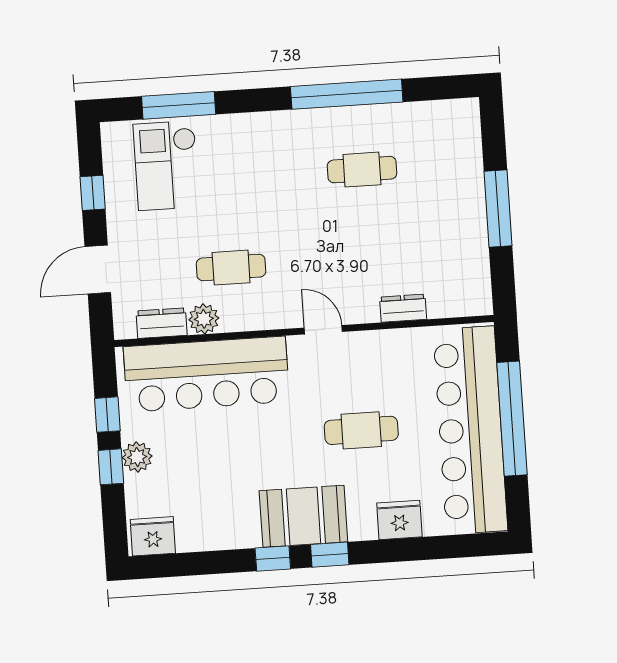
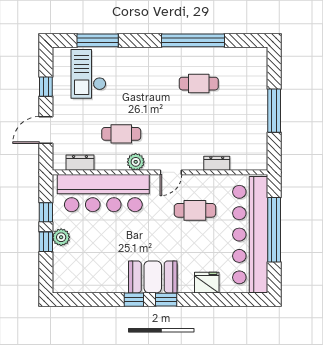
plant: (204, 319) -> (136, 162), moved
door: (323, 330) -> (171, 172), swing flipped
cafe table: (361, 430) -> (195, 210), moved
fridge: (153, 536) -> (67, 283), removed

